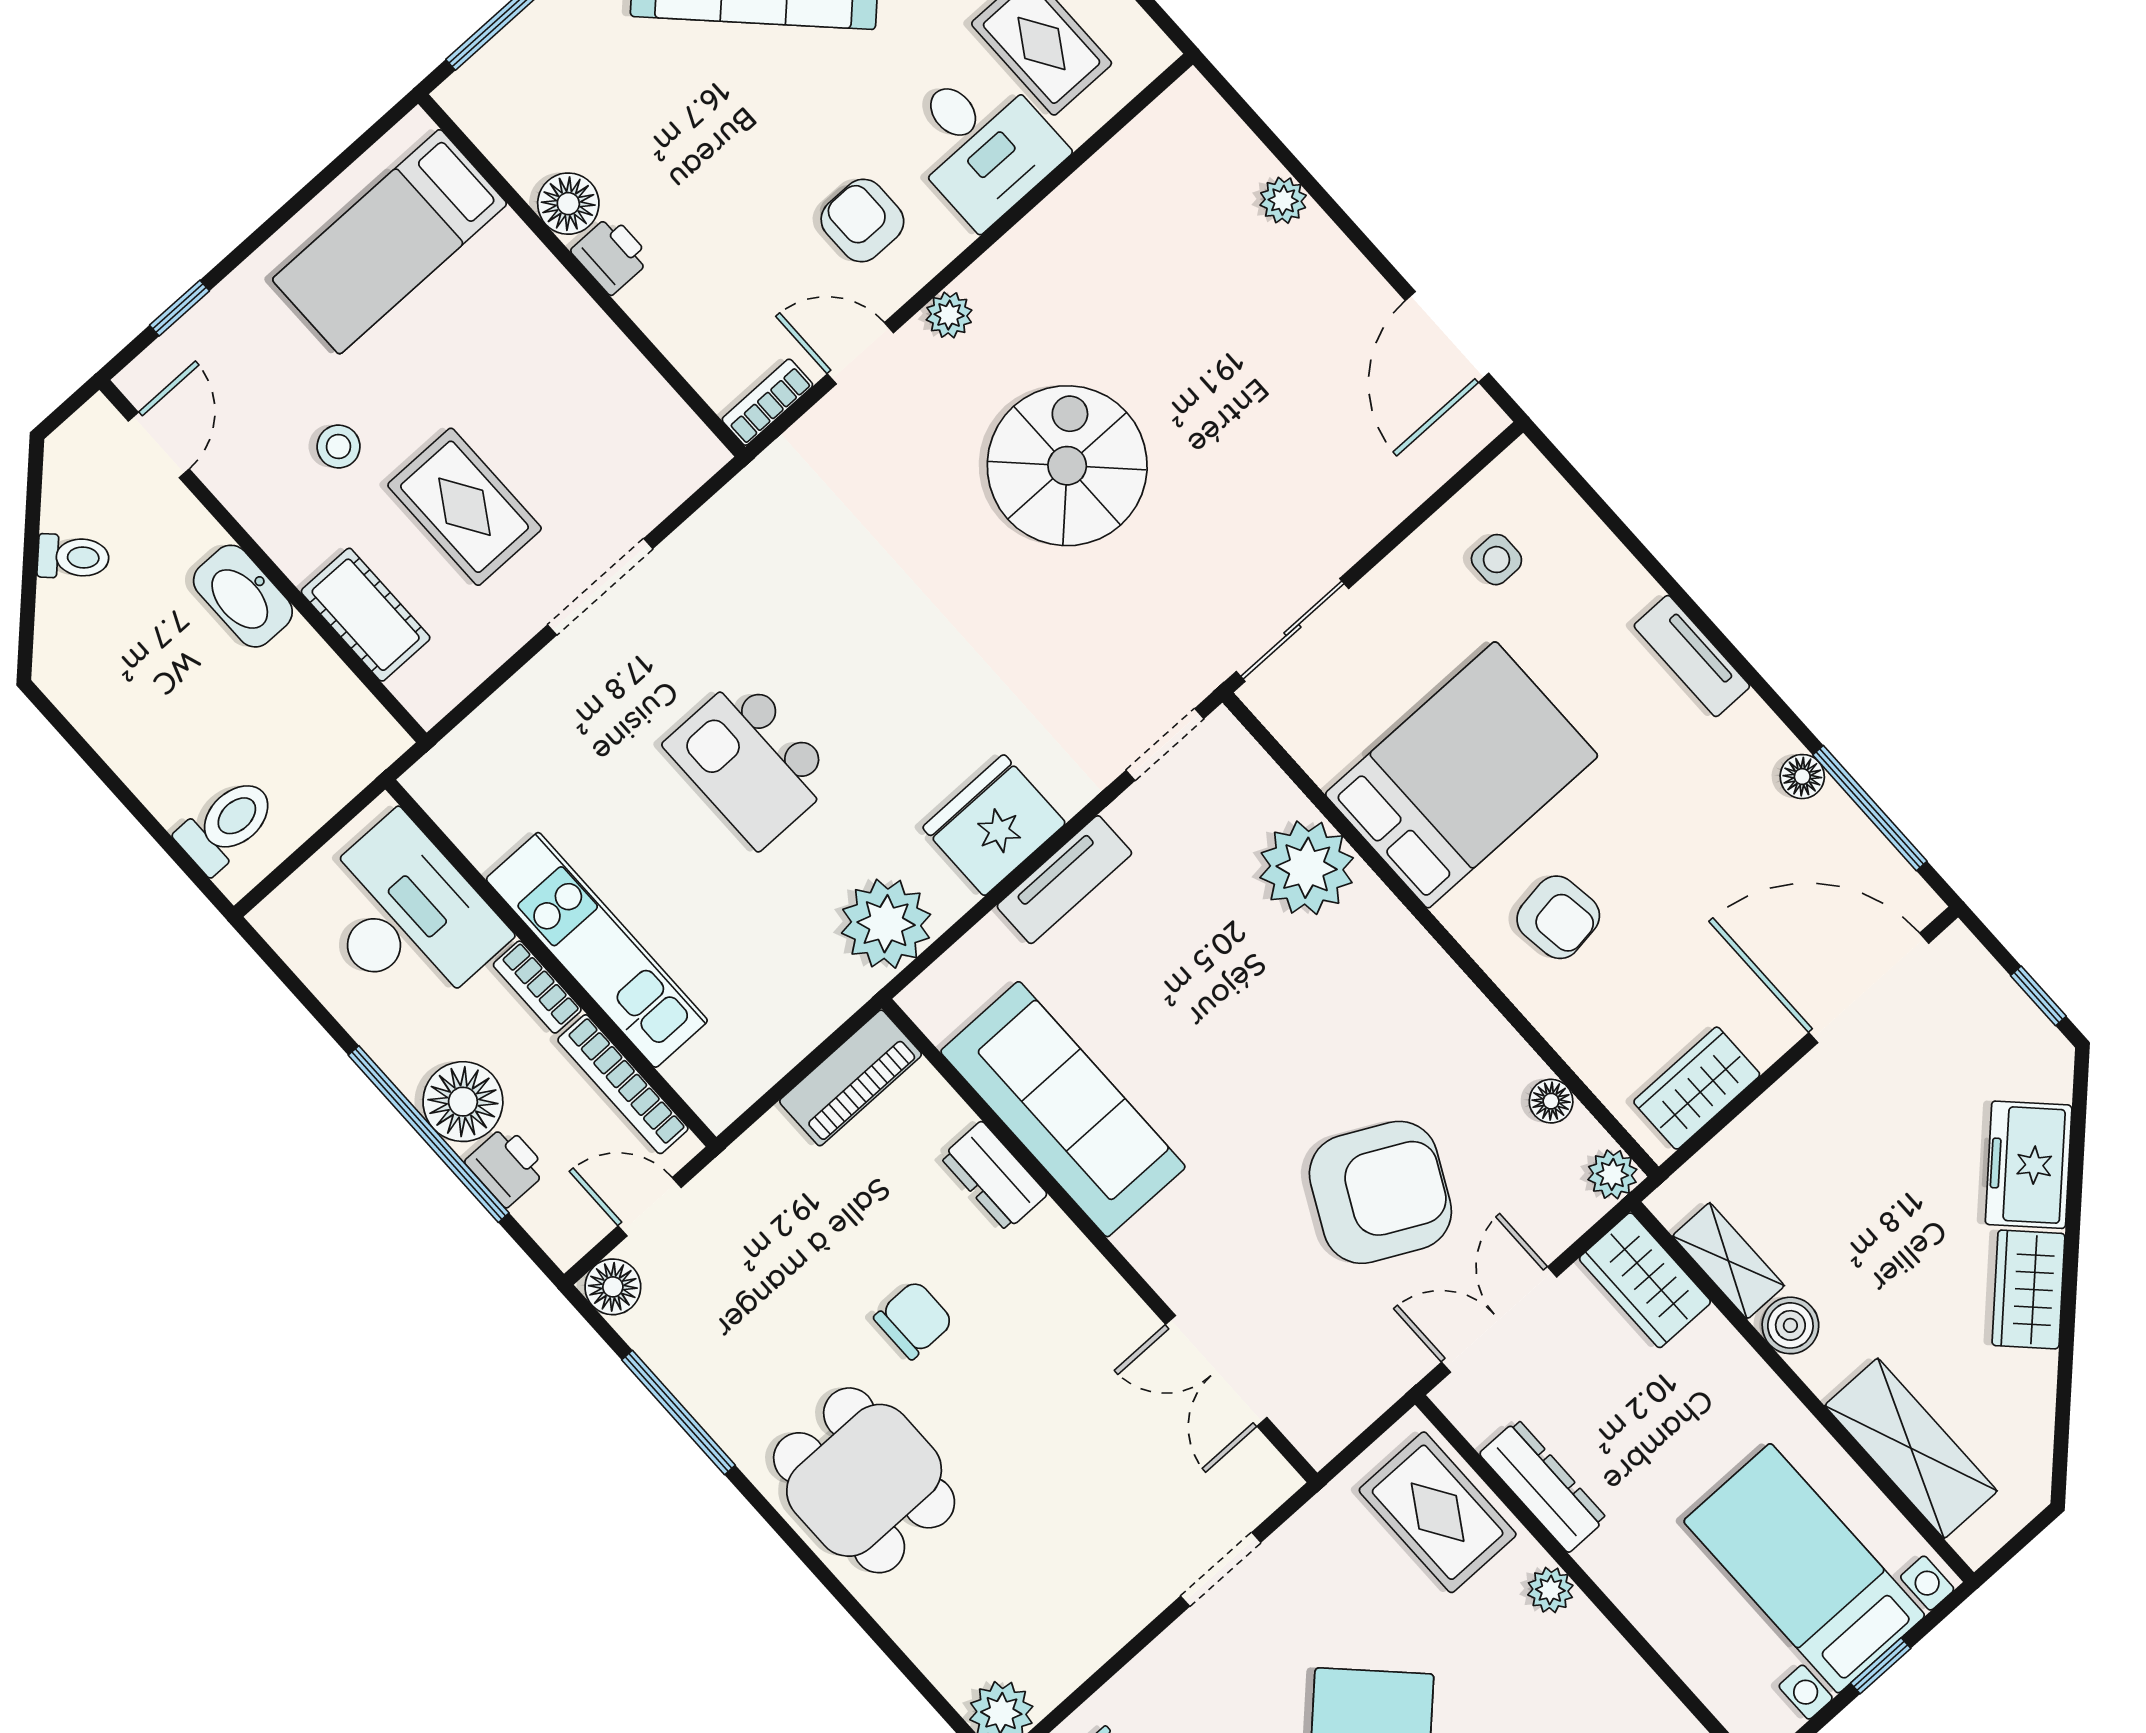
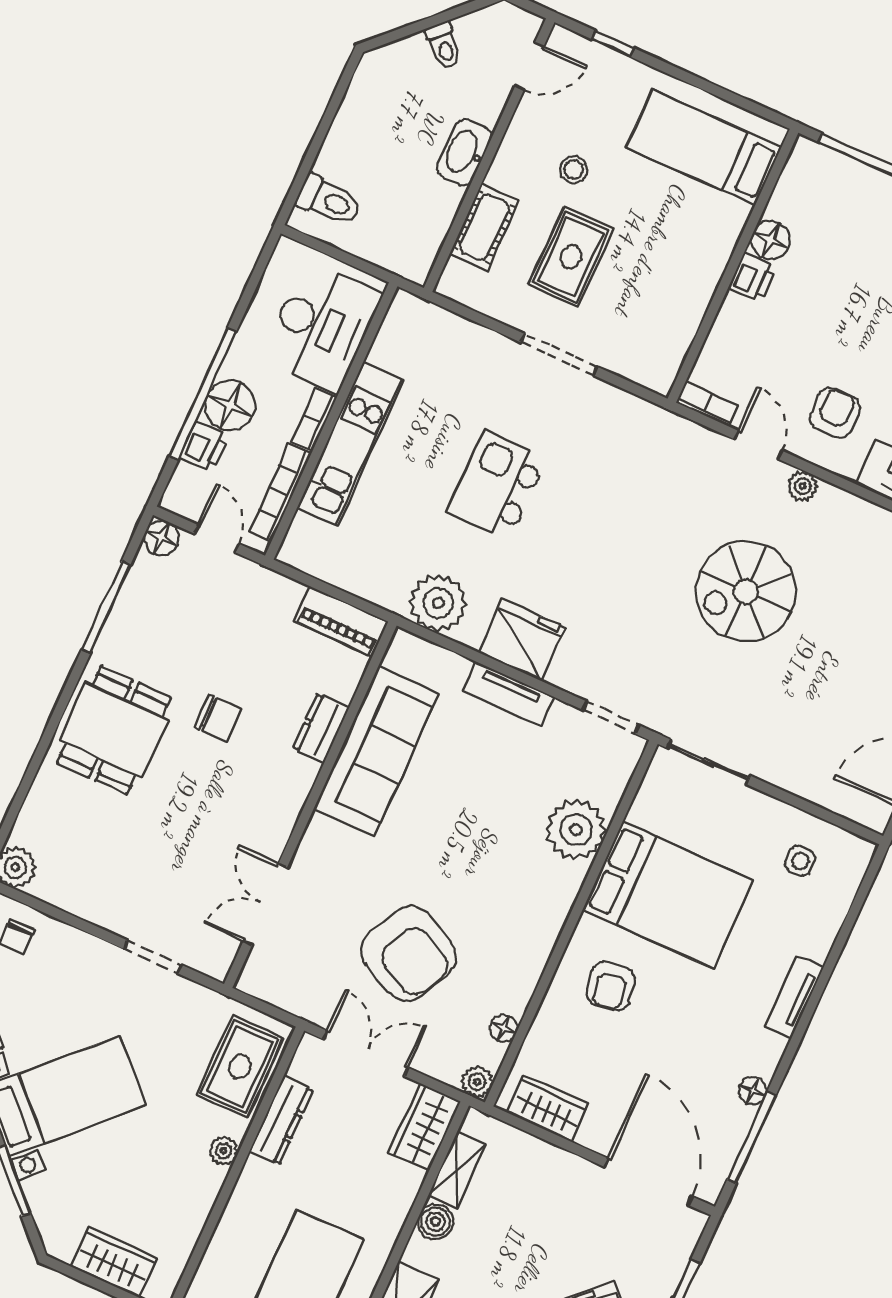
spiral stairs: (1067, 466) -> (746, 592), turned 180

